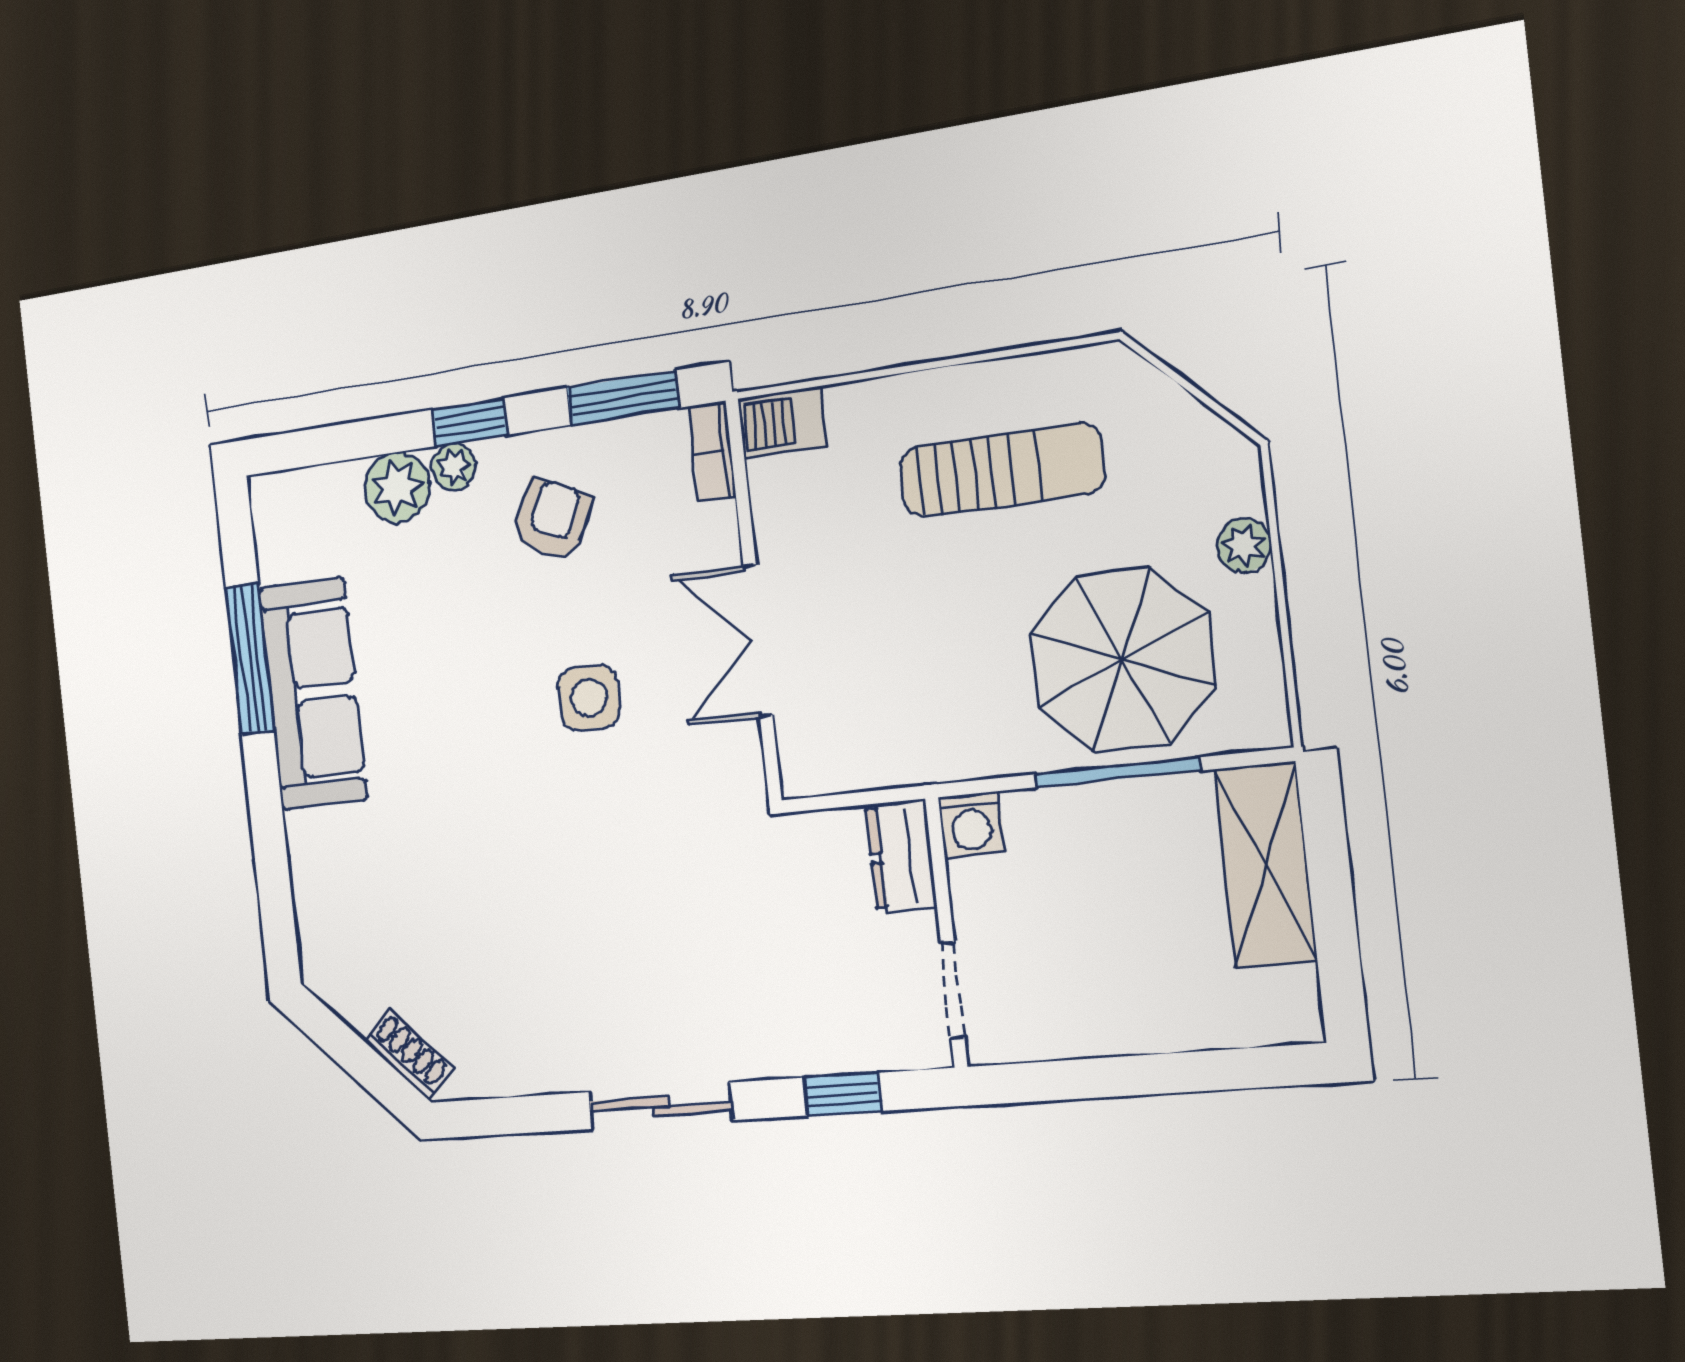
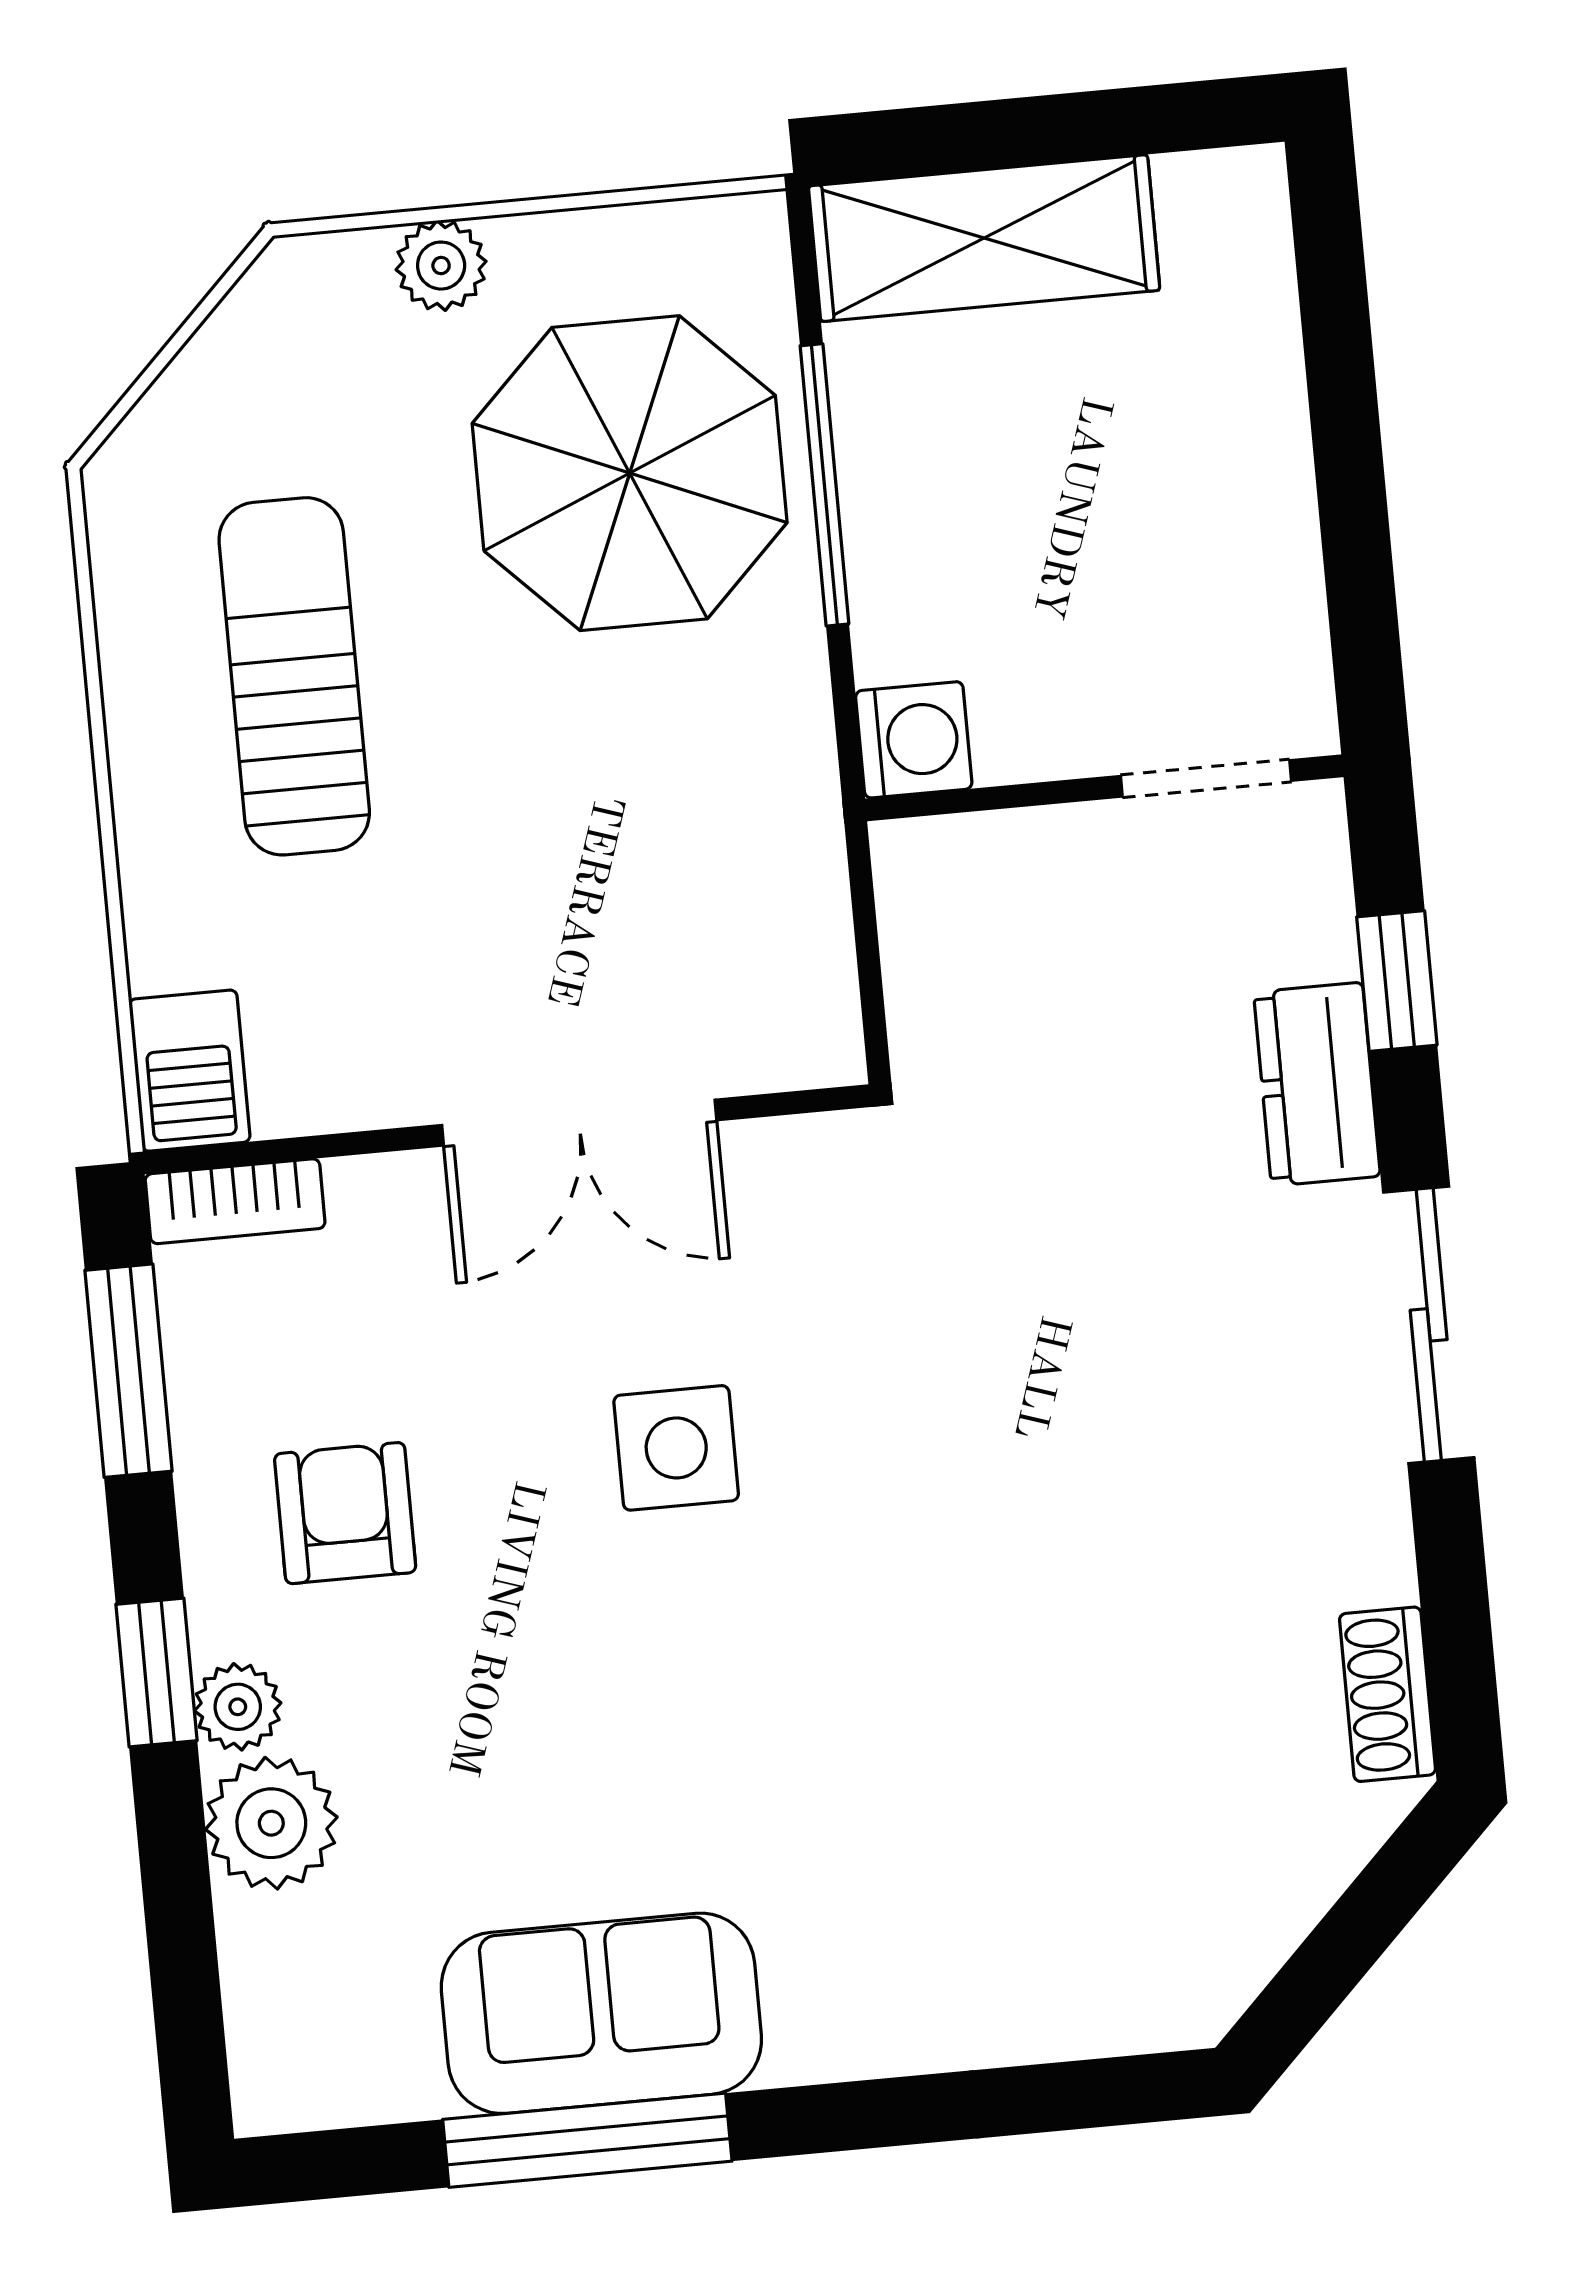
armchair: (552, 520) -> (345, 1513), turned 65
sofa: (313, 694) -> (601, 2013), width x0.73
dresser: (901, 856) -> (1317, 1084), moved, turned 90
shoe rack: (408, 1055) -> (1387, 1694), moved, turned -45

